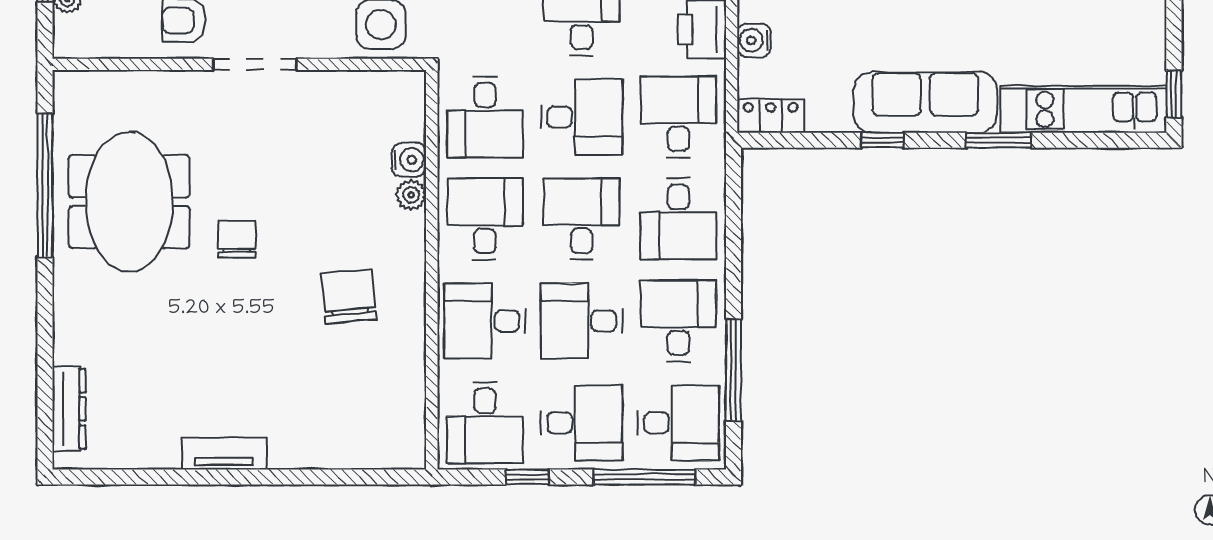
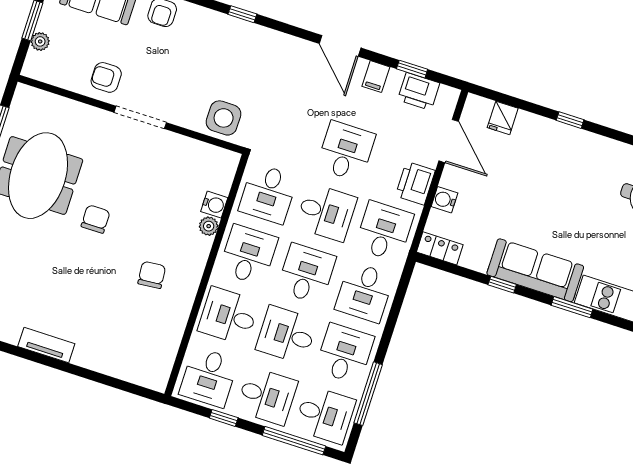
chair: (349, 296) -> (152, 275), width x0.73, depth x0.73

